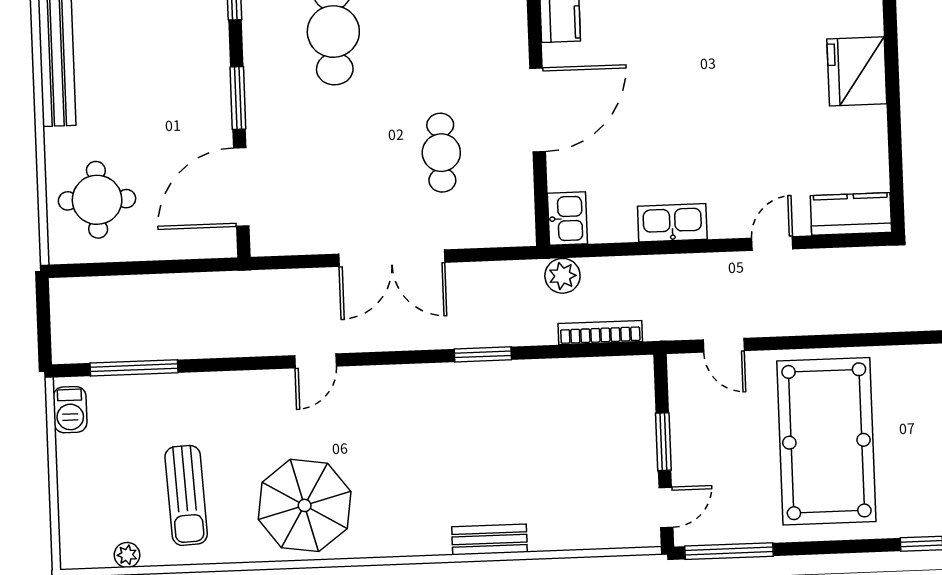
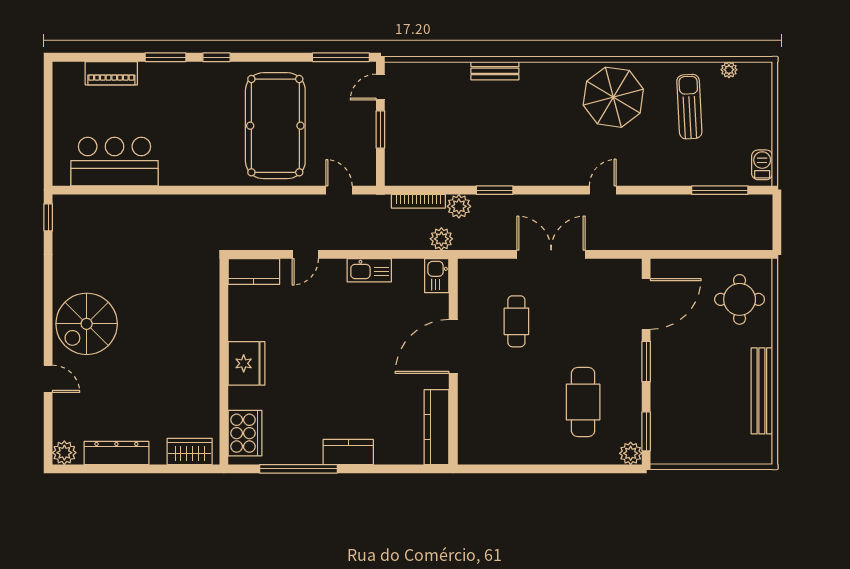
plant: (537, 327) -> (459, 206), added

